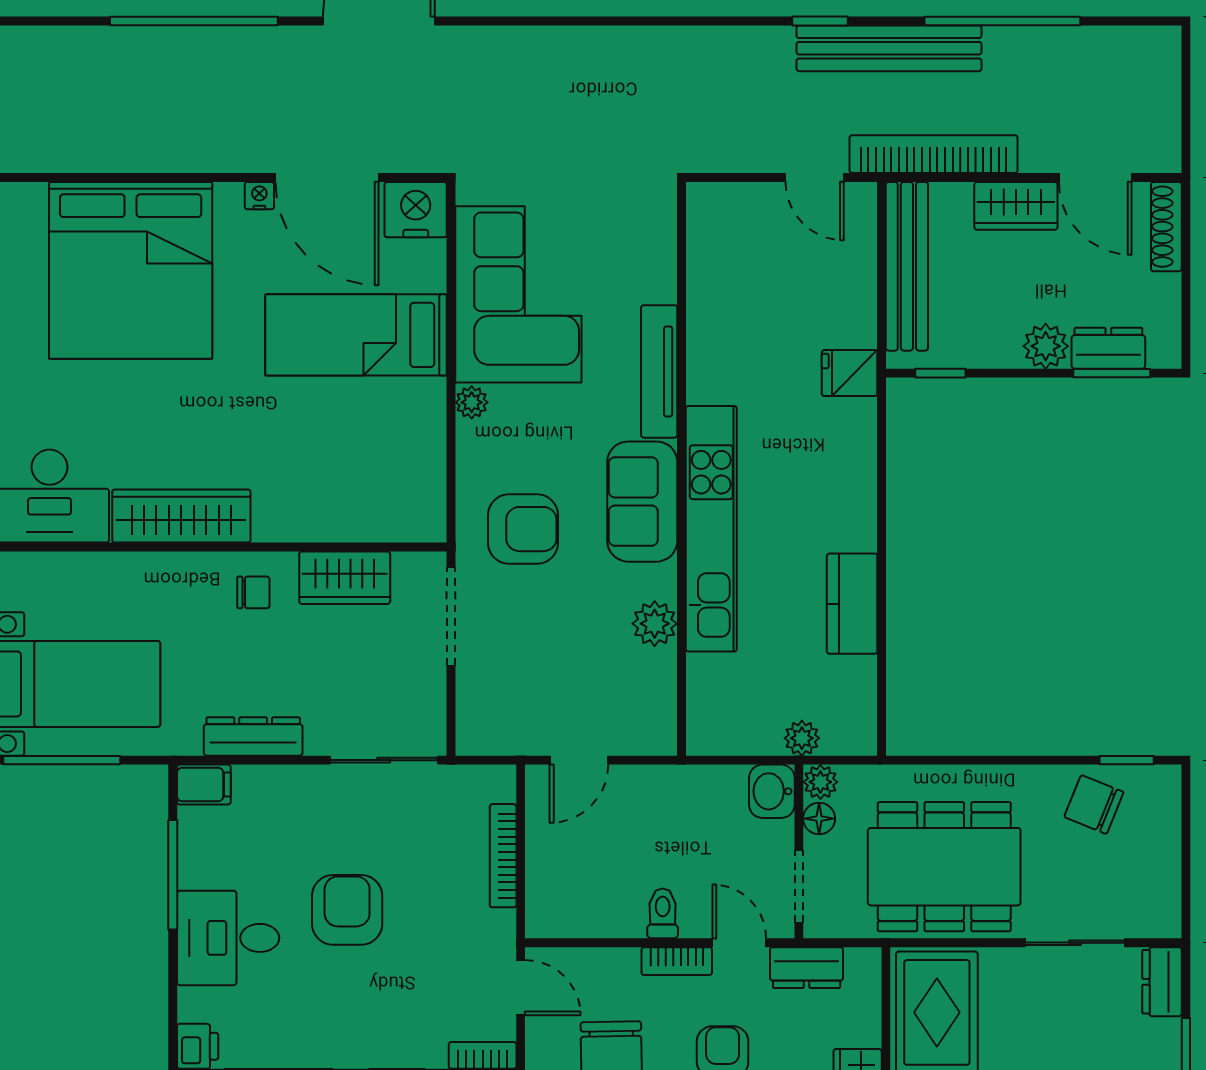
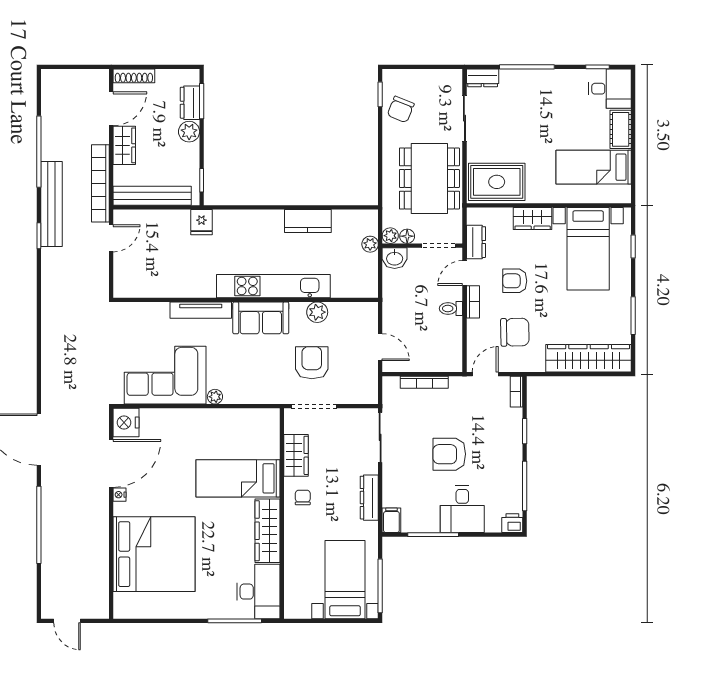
bed: (356, 335) -> (238, 478), moved, turned 90
armchair: (523, 529) -> (312, 363), moved

